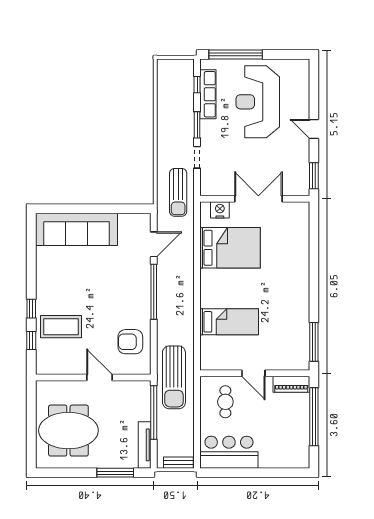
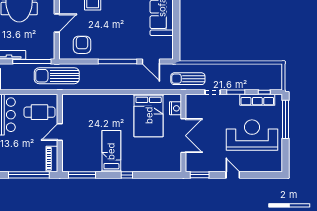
door: (314, 129) -> (233, 175), hinge flipped
window: (314, 278) -> (127, 175), added
bed: (229, 322) -> (111, 151), moved, turned 180
cafe table: (225, 402) -> (39, 112), width x1.37, depth x1.35

